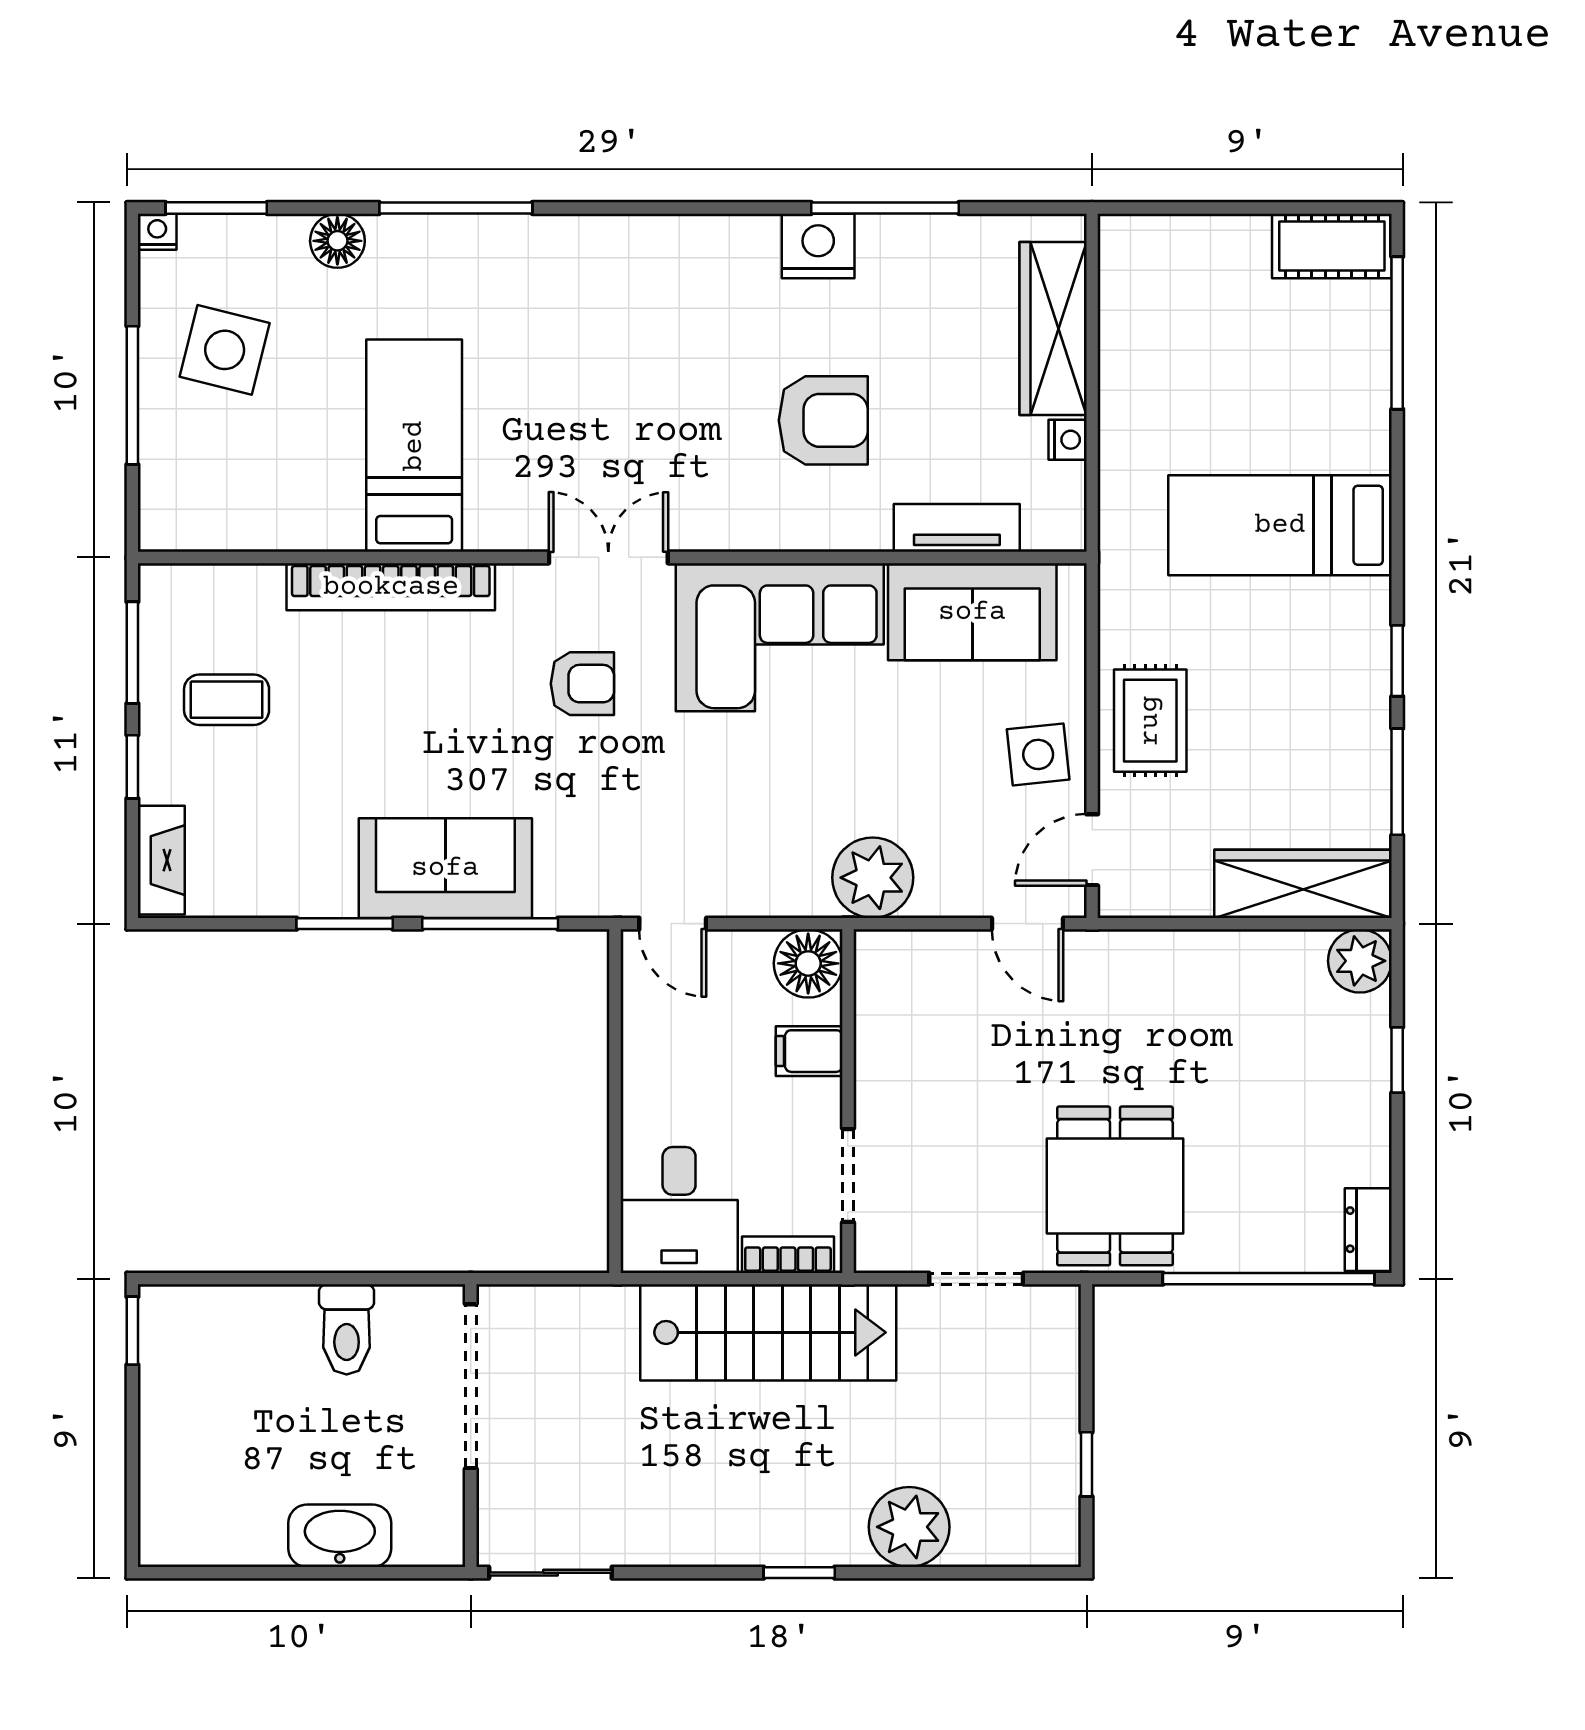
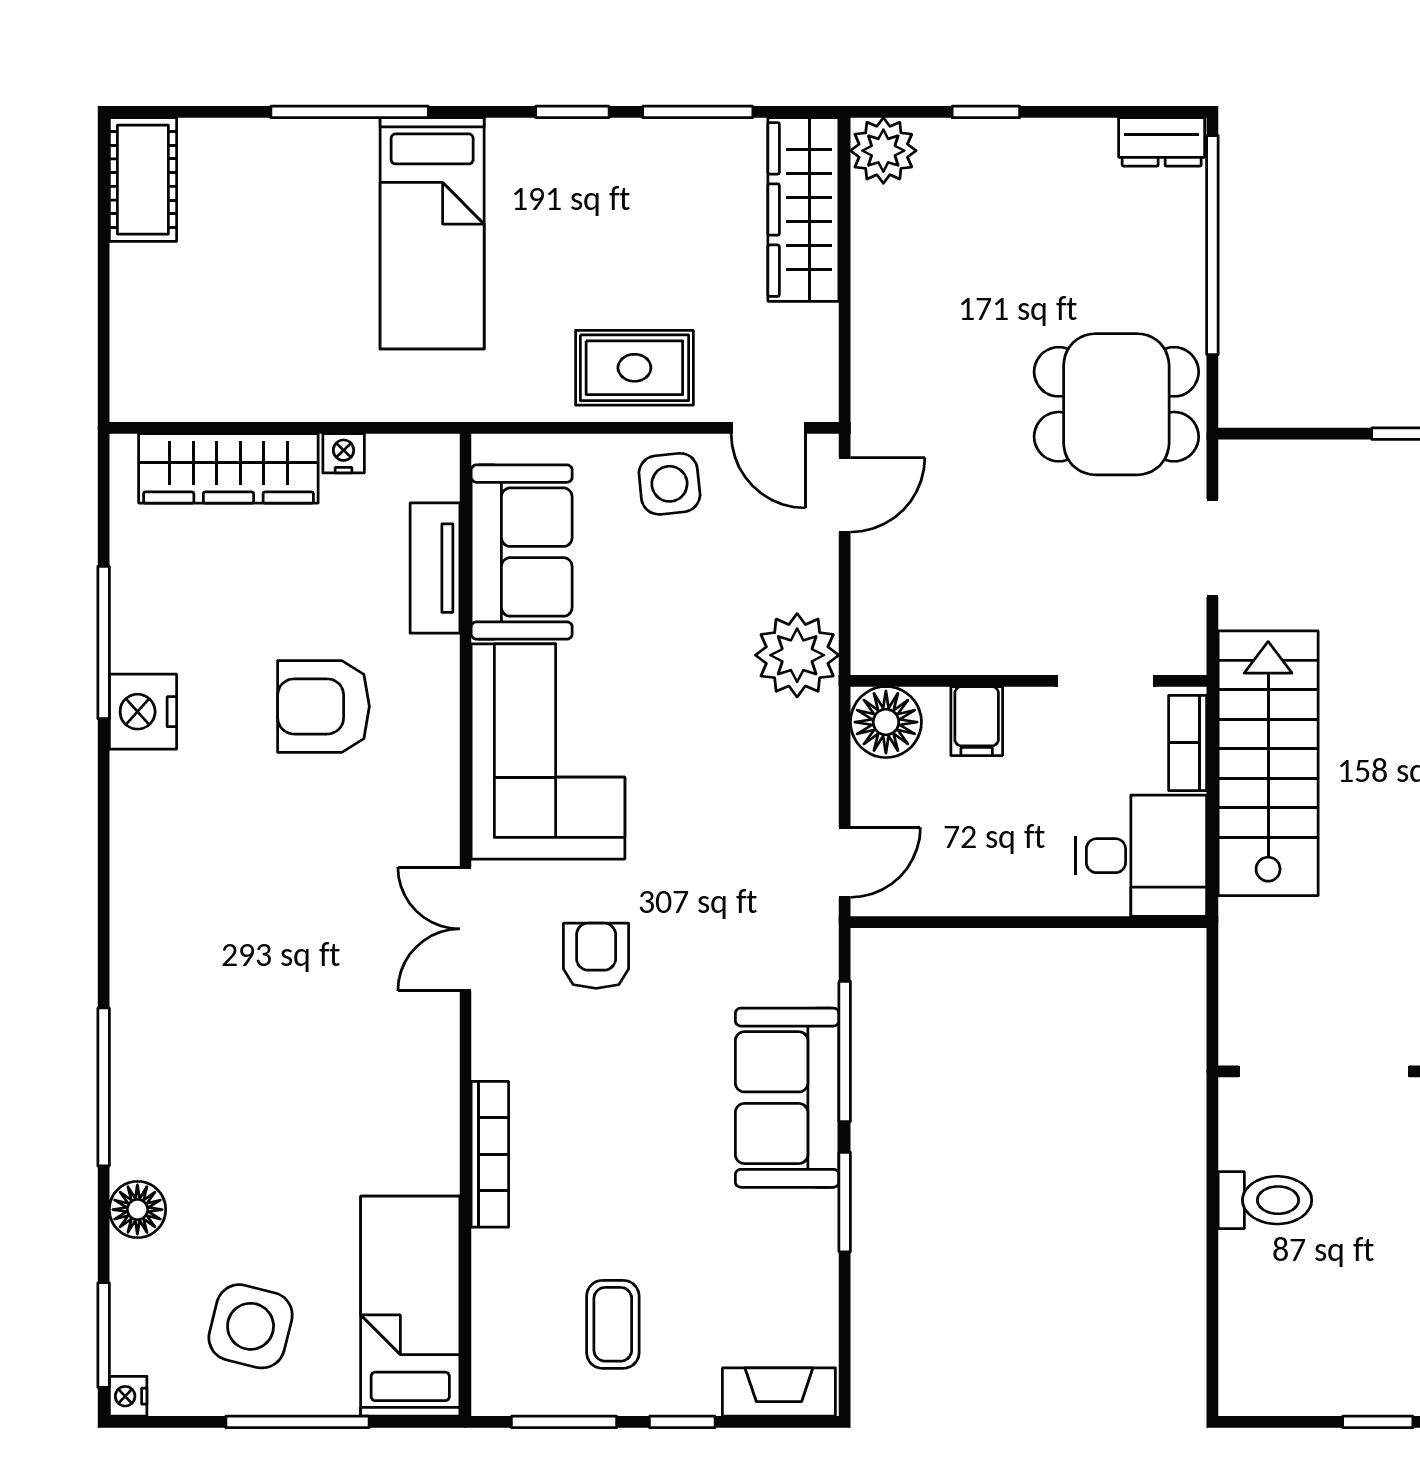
window: (1397, 333) -> (350, 112), moved
armchair: (823, 420) -> (323, 706), turned -90
bed: (414, 446) -> (410, 1306), moved, turned 90
bookcase: (391, 587) -> (490, 1154), width x0.68, depth x0.76
window: (132, 1331) -> (1378, 1422), moved

